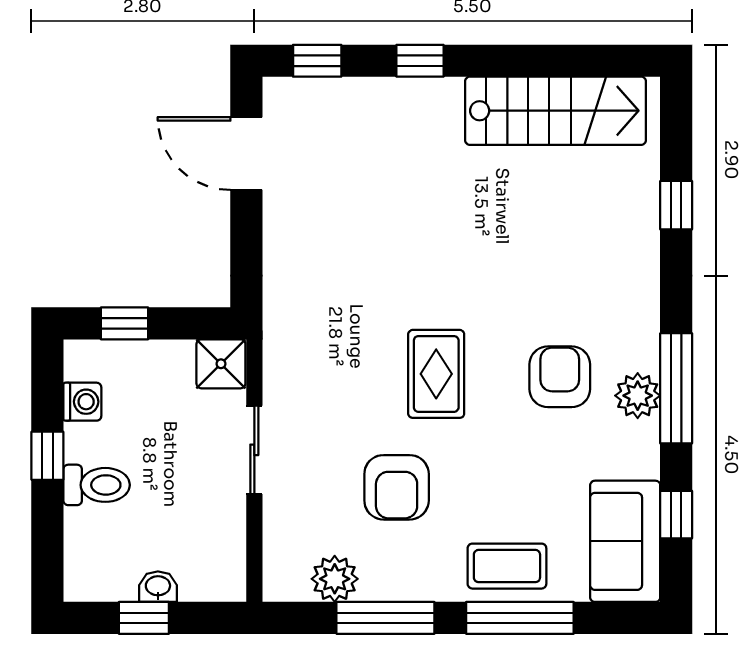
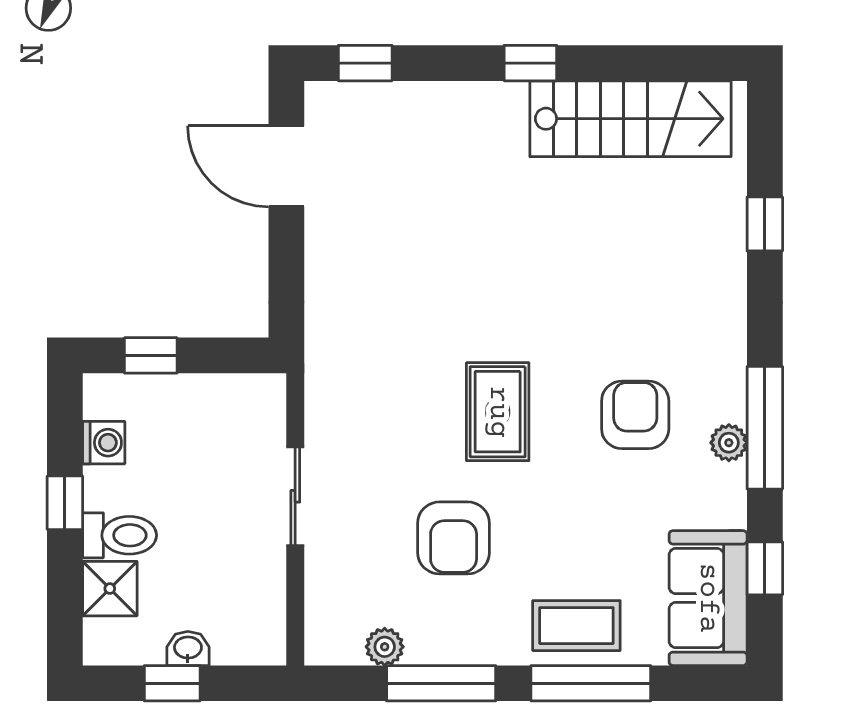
window: (420, 61) -> (530, 63), moved
shower: (221, 364) -> (110, 589), moved
plant: (638, 396) -> (729, 443), width x0.73, depth x0.73
plant: (335, 579) -> (385, 647), width x0.73, depth x0.73

